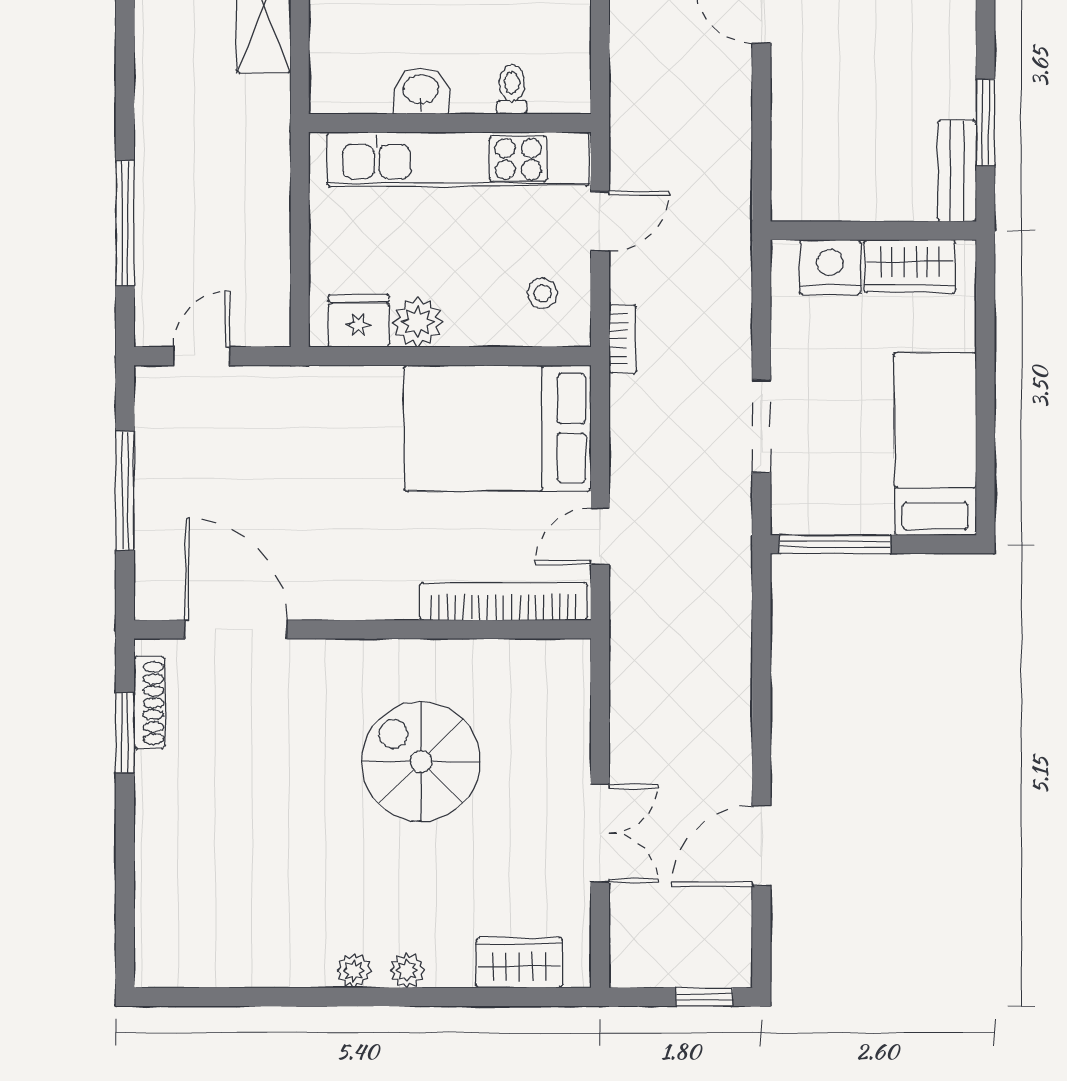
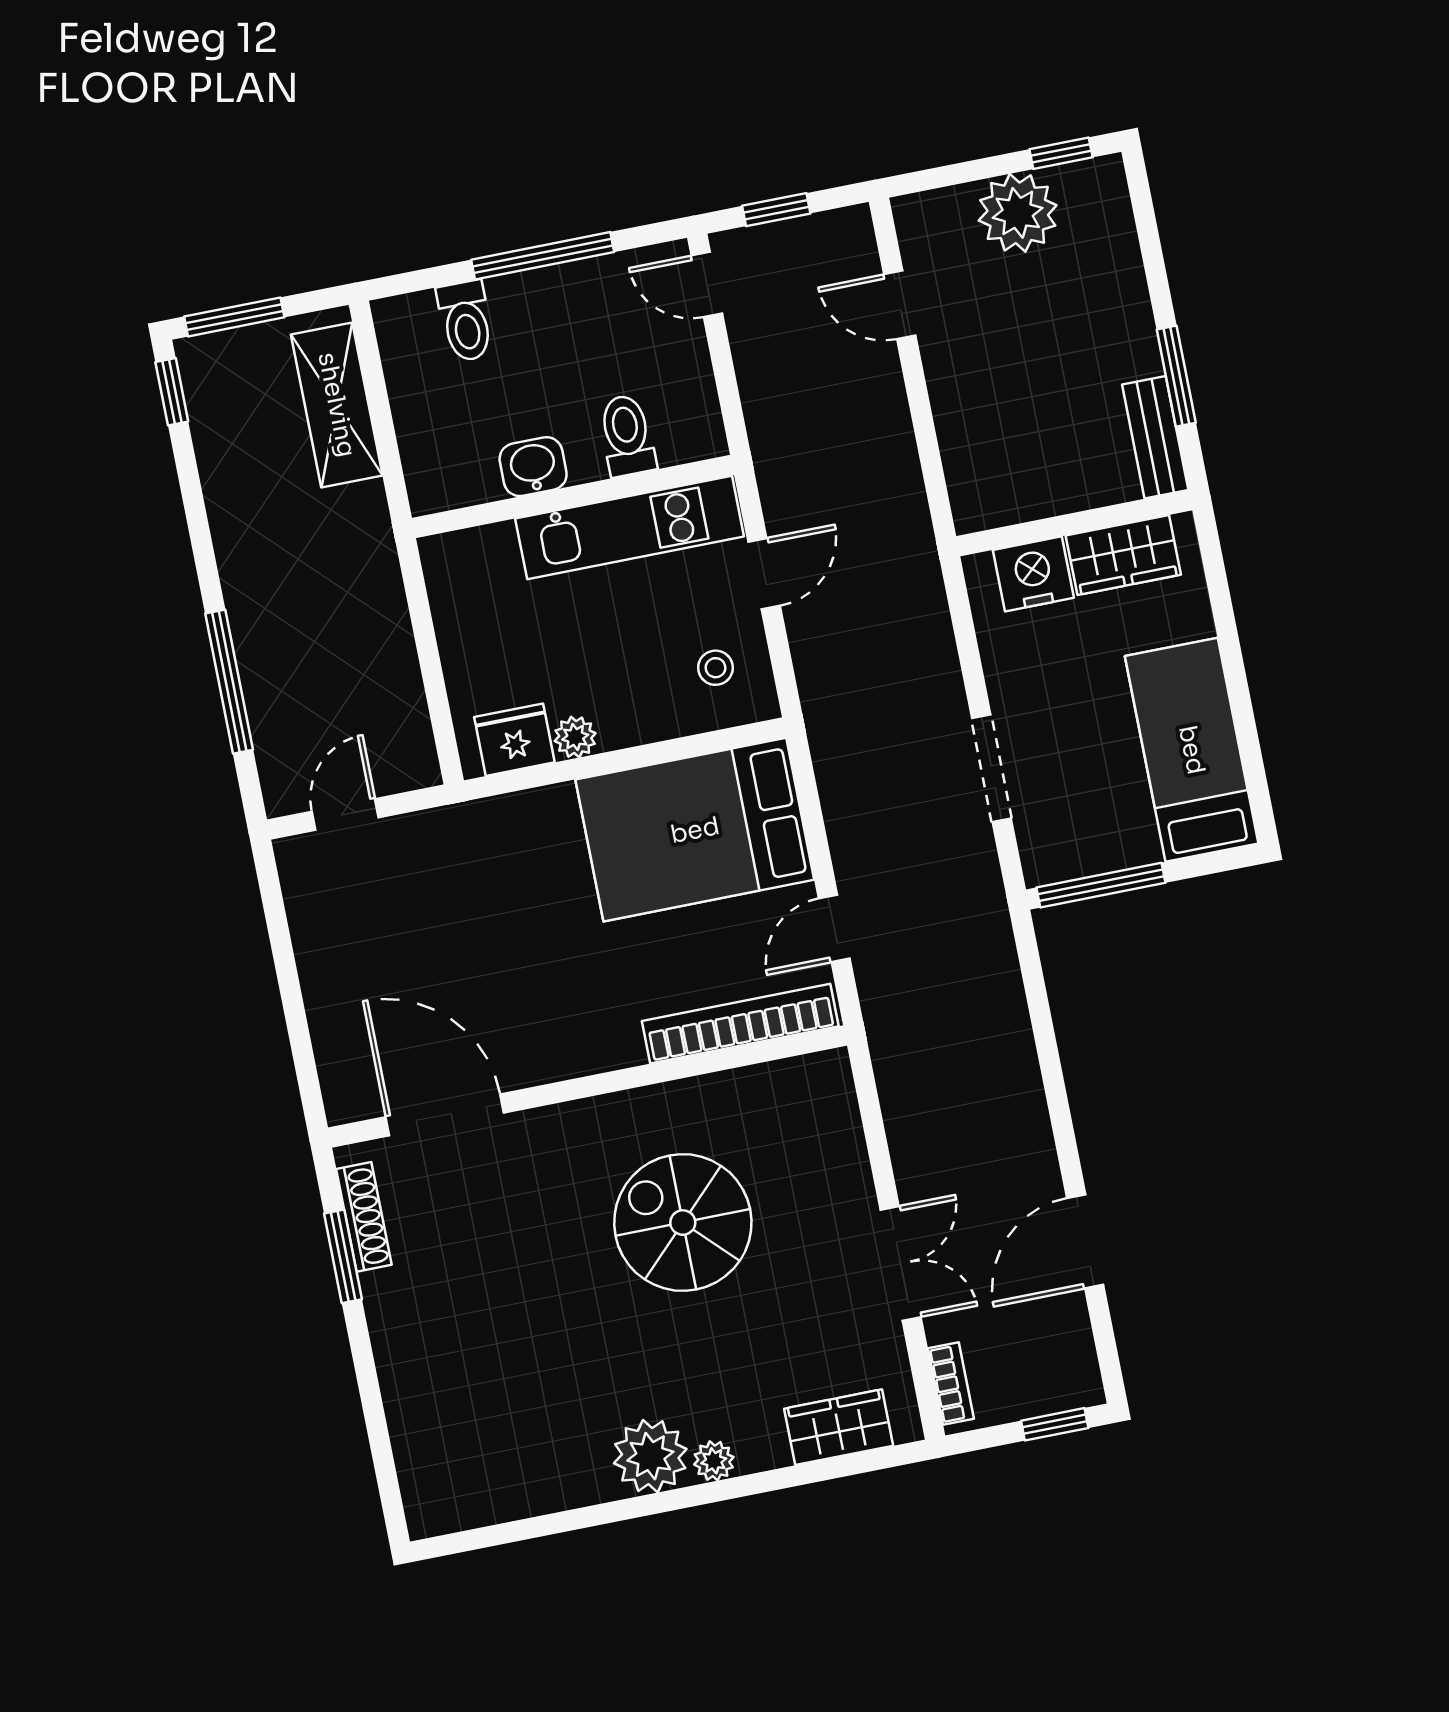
toilet: (512, 89) -> (627, 435), width x1.37, depth x1.39
kitchen unit: (458, 159) -> (630, 528), width x0.73
plant: (418, 322) -> (575, 737), width x0.73, depth x0.73
bookcase: (623, 339) -> (951, 1384), moved
window: (125, 491) -> (289, 983), removed
plant: (354, 971) -> (650, 1456), width x1.88, depth x1.88

